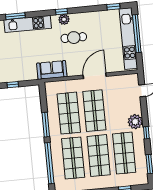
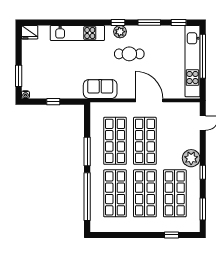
window: (15, 16) -> (149, 22), moved
door: (95, 76) -> (149, 100), hinge flipped

